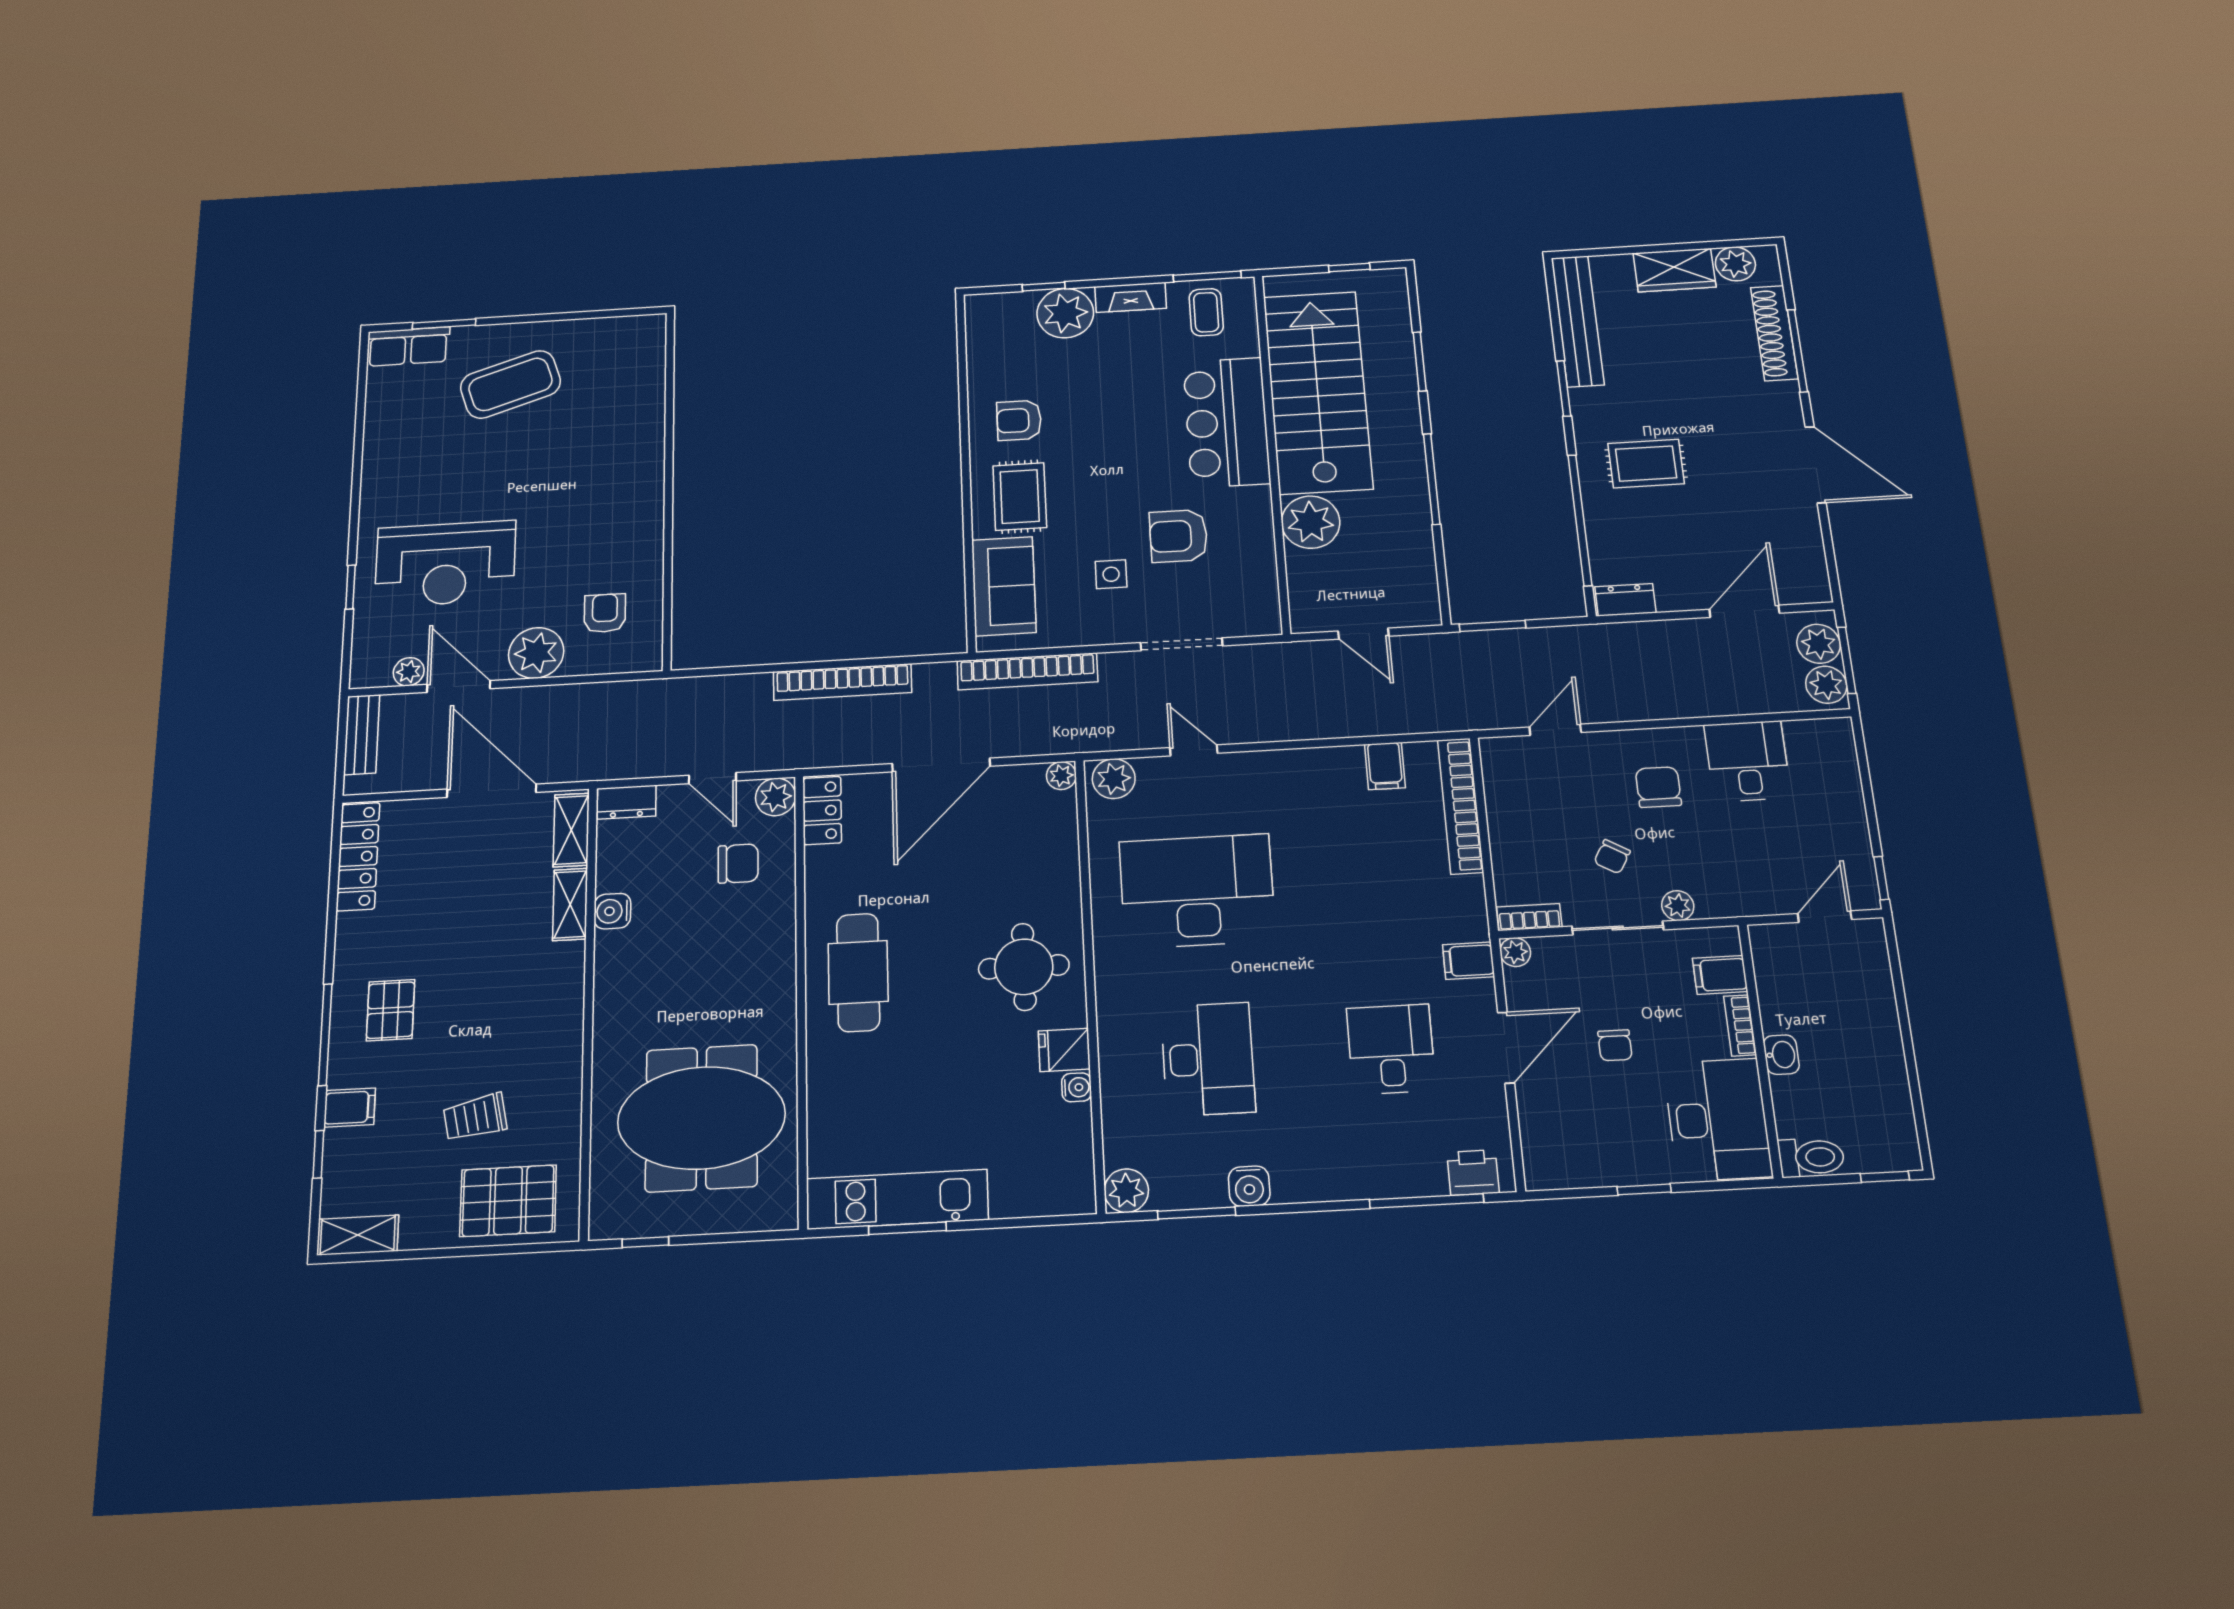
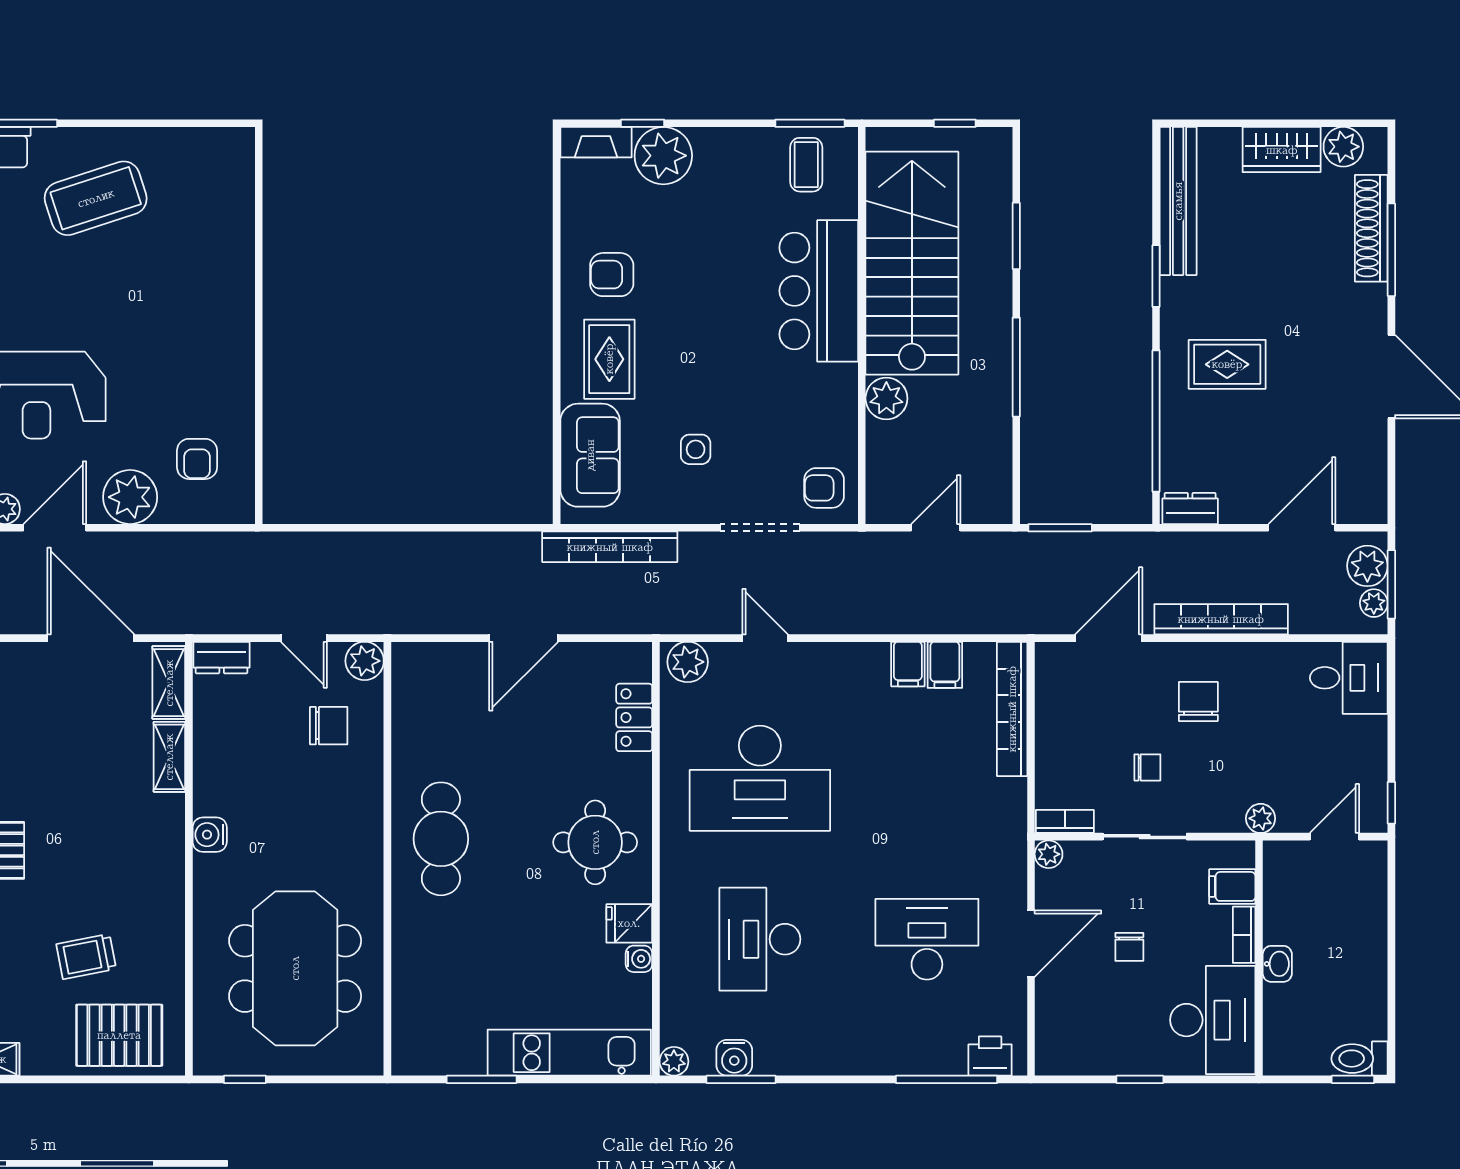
fireplace: (1131, 297) -> (596, 142), moved
plant: (1311, 522) -> (886, 398), width x0.73, depth x0.73
armchair: (1178, 536) -> (824, 488), moved, width x0.72, depth x0.72
armchair: (605, 613) -> (197, 459), turned 180
door: (1363, 634) -> (936, 528), swing flipped
bookcase: (842, 682) -> (1221, 619), moved, turned 180
plant: (1826, 685) -> (1374, 603), width x0.73, depth x0.73
door: (459, 686) -> (55, 528), hinge flipped
door: (1555, 730) -> (1109, 638), width x1.38
desk: (1747, 761) -> (1349, 678), moved, turned 90
door: (941, 765) -> (524, 638), width x0.73
plant: (1061, 776) -> (638, 656), removed
locker: (822, 811) -> (634, 717), moved, turned 180
chair: (1612, 857) -> (1147, 767), turned -120
desk: (1197, 891) -> (760, 778), turned 180
plant: (1678, 906) -> (1261, 818), moved
water cooler: (612, 911) -> (210, 835), moved
filing cabinet: (1469, 961) -> (908, 664), moved, turned -90
desk: (1391, 1049) -> (927, 939), width x1.37
desk: (1208, 1059) -> (760, 939), turned 180
meeting table: (701, 1118) -> (295, 968), turned 90
toilet: (1811, 1157) -> (1359, 1059), moved, turned 180
water cooler: (1249, 1186) -> (734, 1058), moved
plant: (1126, 1191) -> (674, 1061), width x0.73, depth x0.73
kitchen unit: (897, 1199) -> (569, 1053), moved

